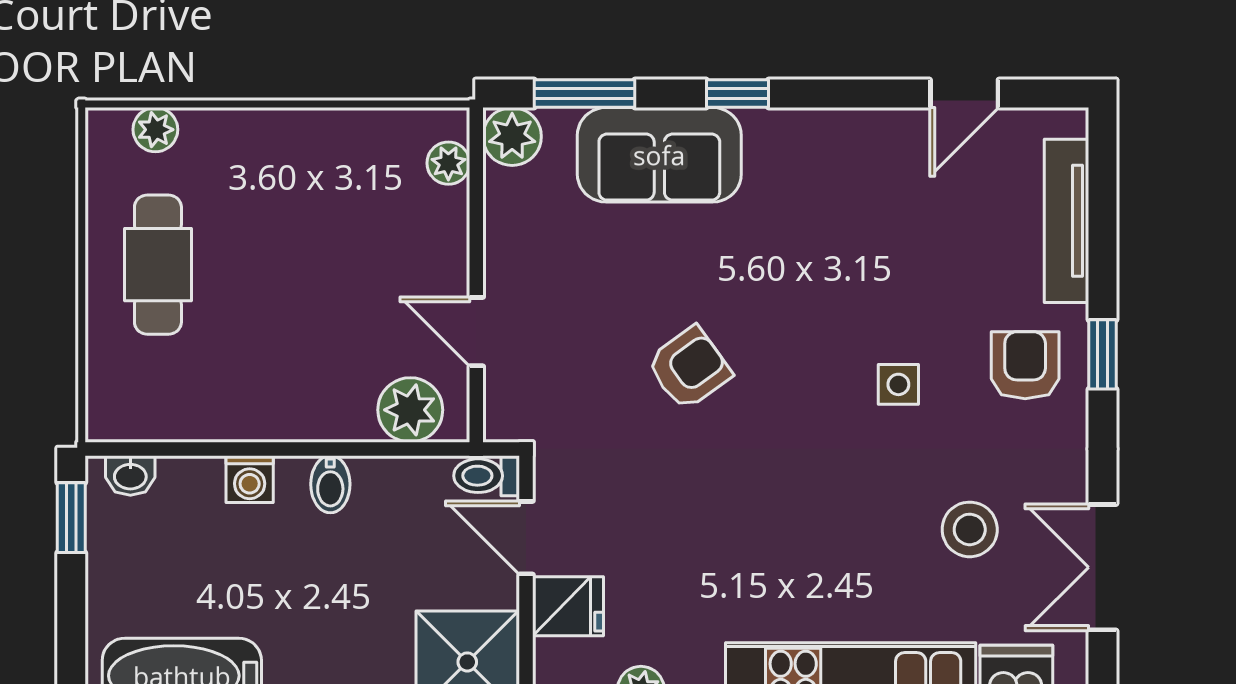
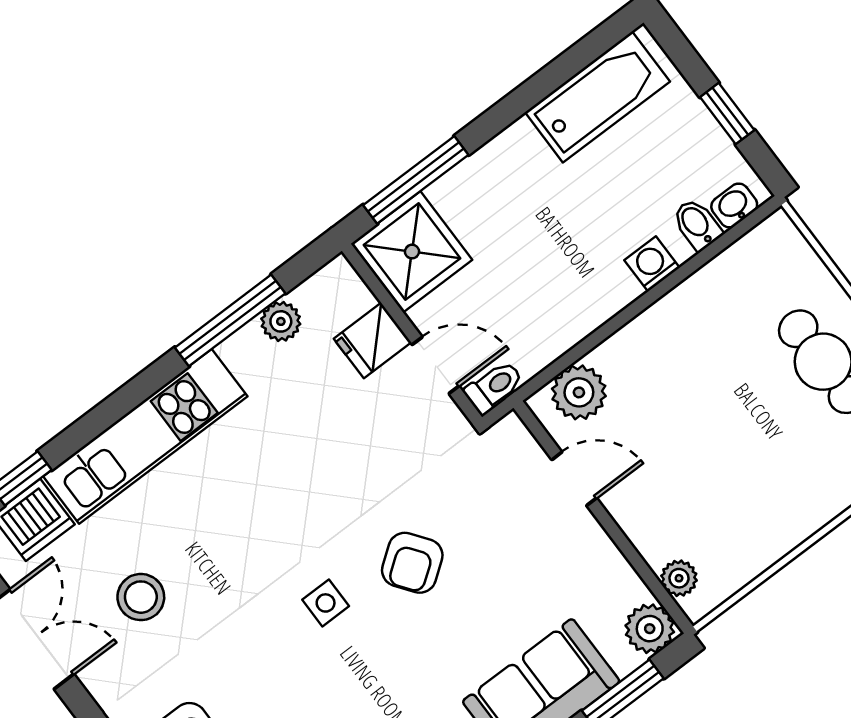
side table: (898, 384) -> (326, 603), moved
bidet: (330, 484) -> (697, 224), moved
window: (71, 518) -> (727, 114), moved

